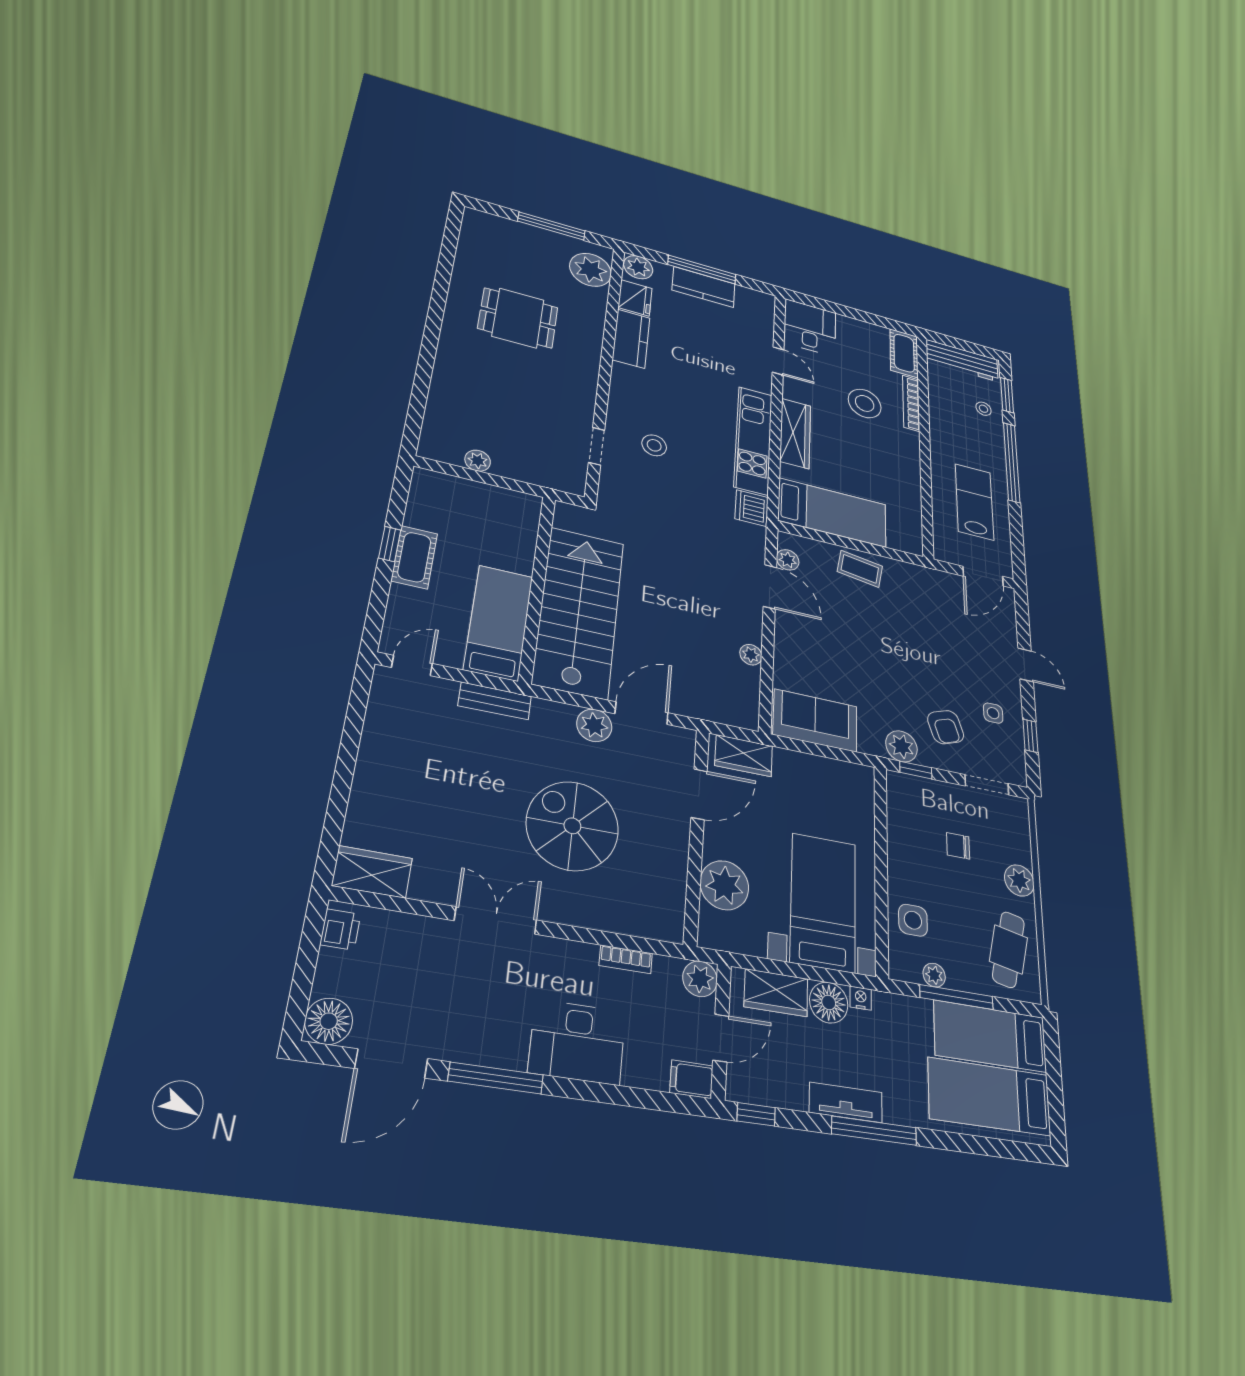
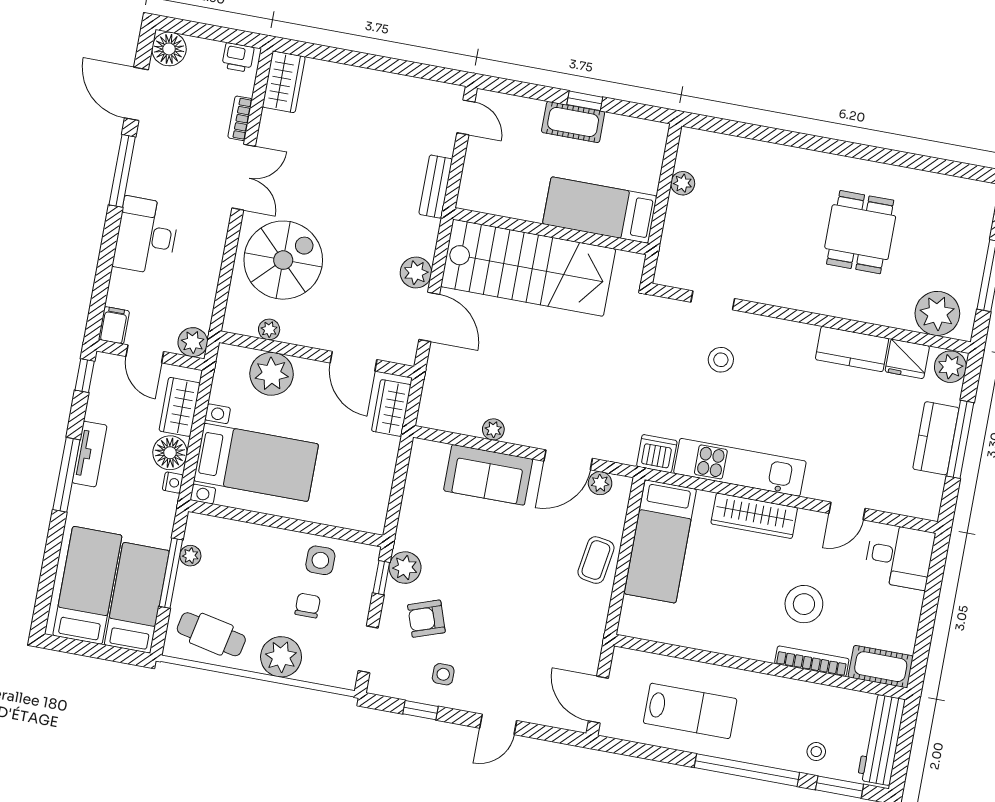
bed: (499, 623) -> (600, 210), moved, turned 180
sofa: (815, 720) -> (488, 475), moved, turned 90
spiral stairs: (572, 826) -> (283, 260), moved
plant: (1019, 880) -> (281, 657), width x1.36, depth x1.36
plant: (675, 888) -> (269, 329), added
side table: (913, 920) -> (320, 560), moved
bookcase: (626, 959) -> (240, 118), moved

